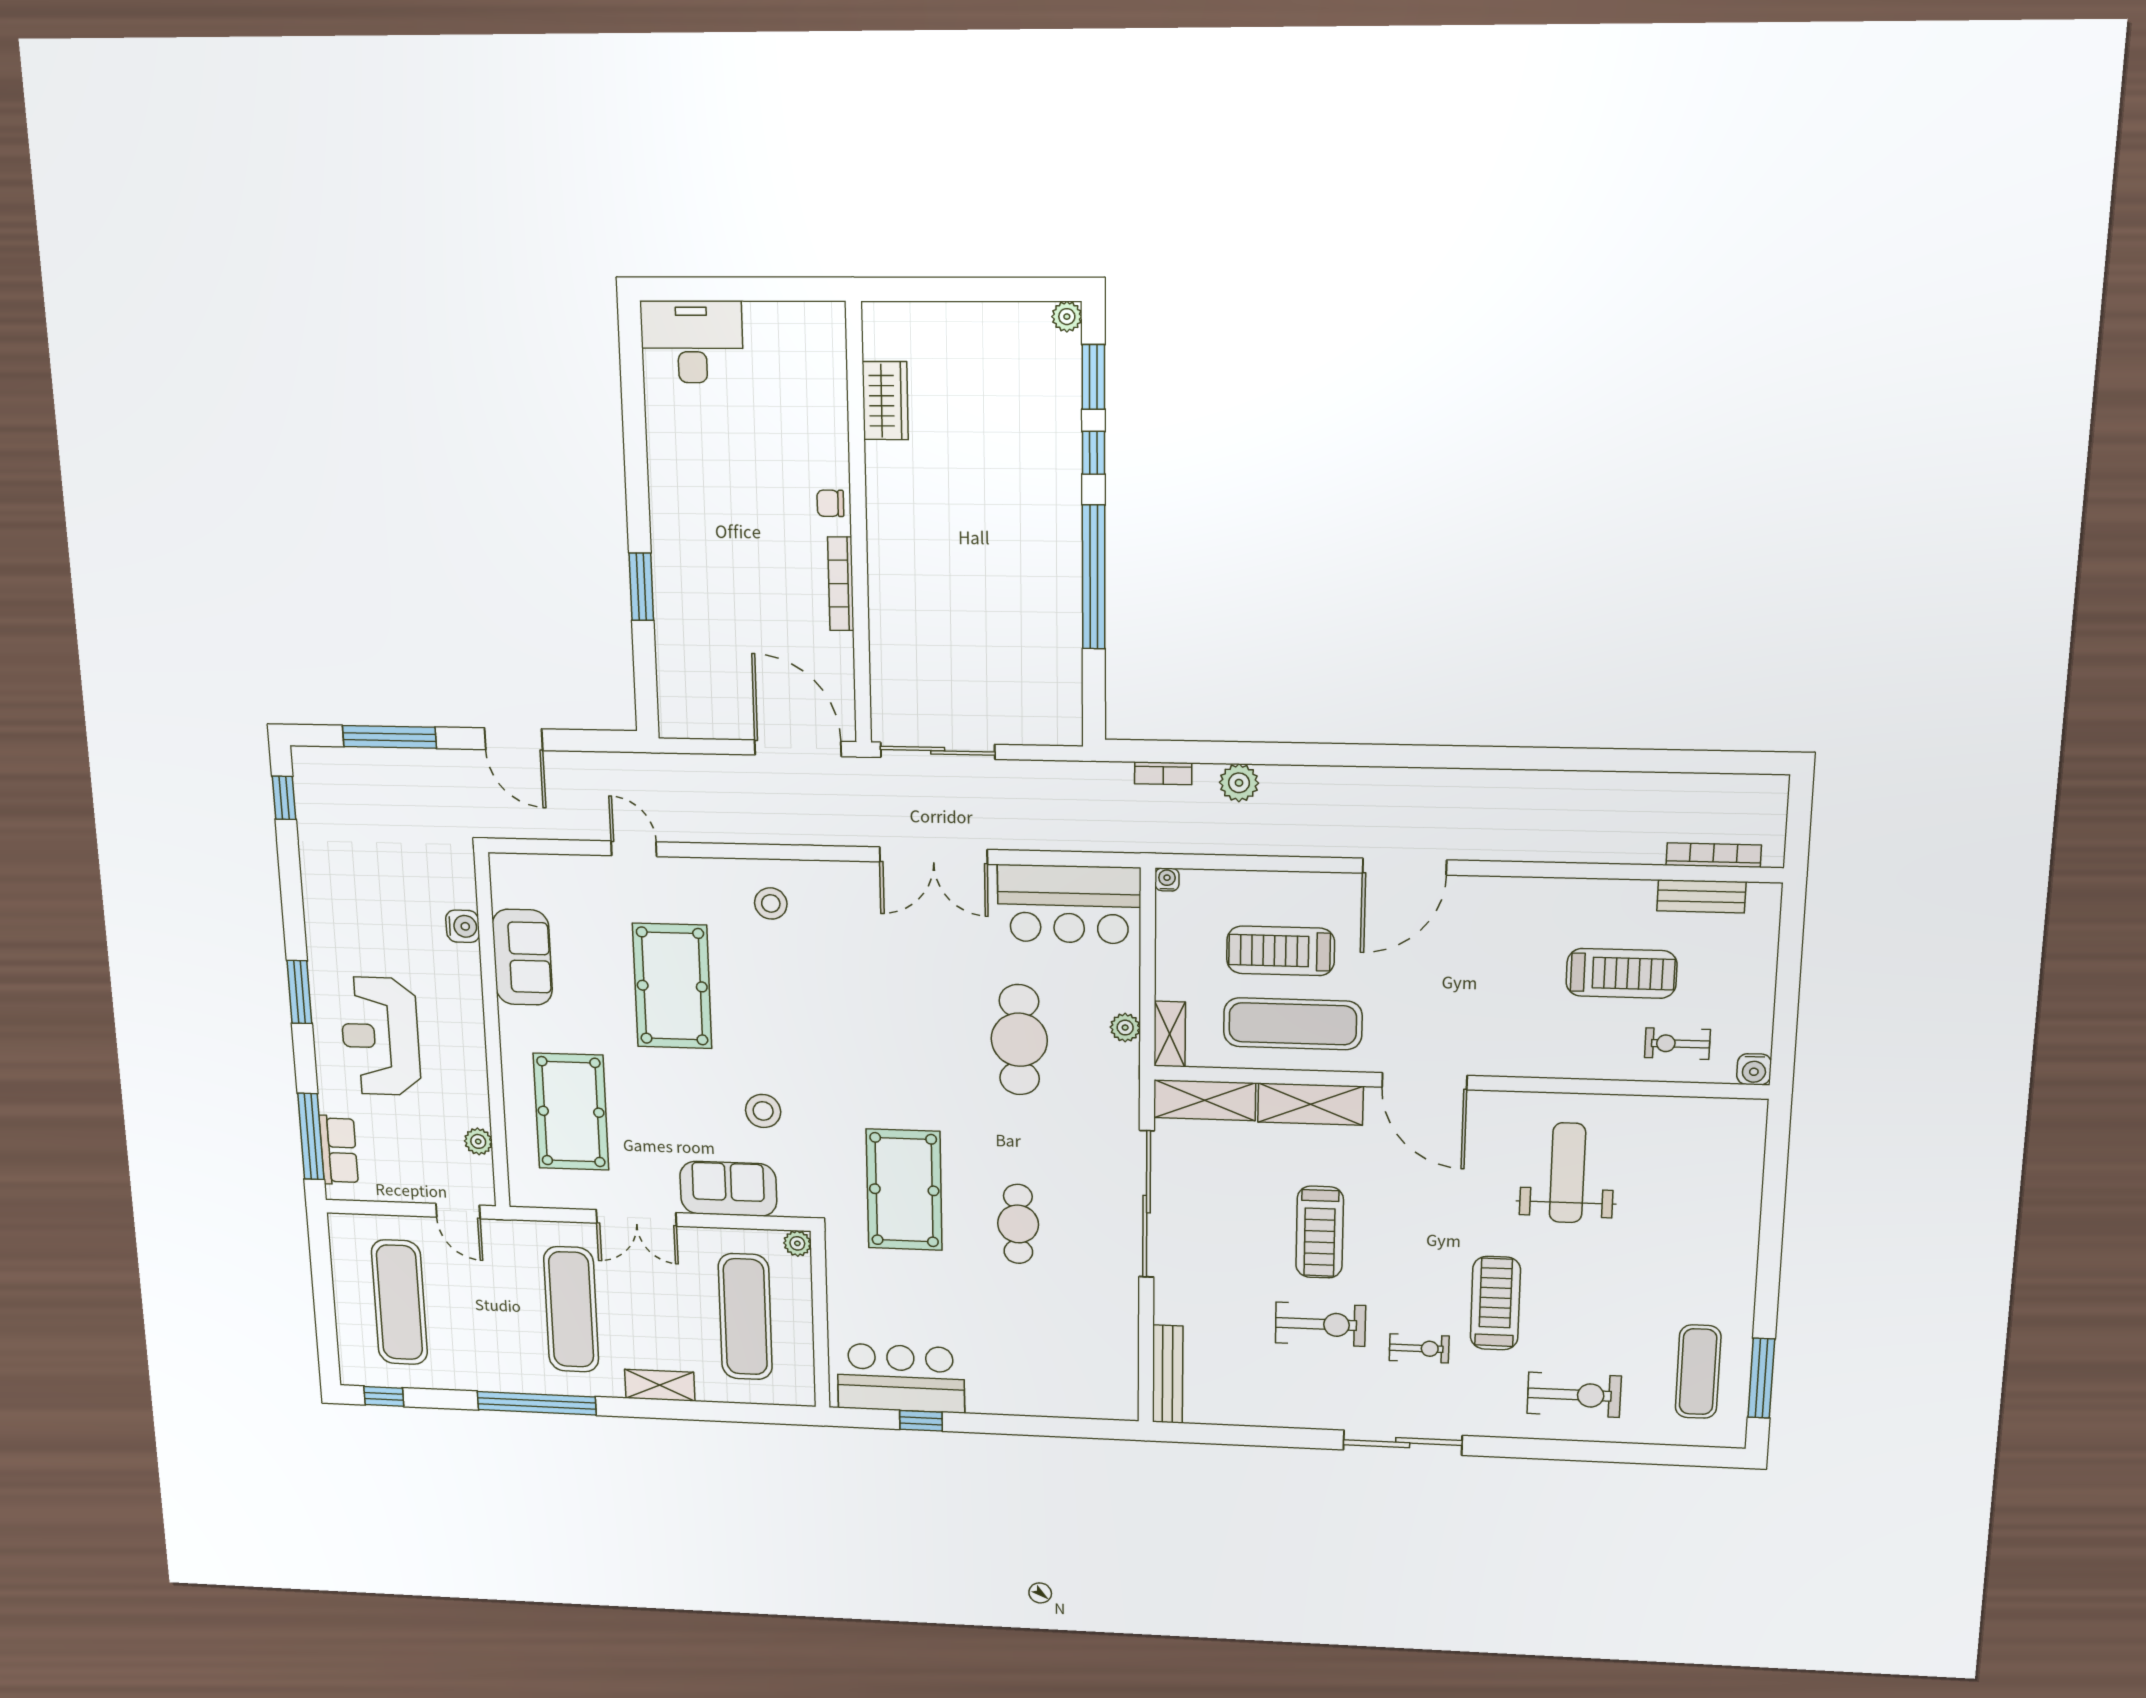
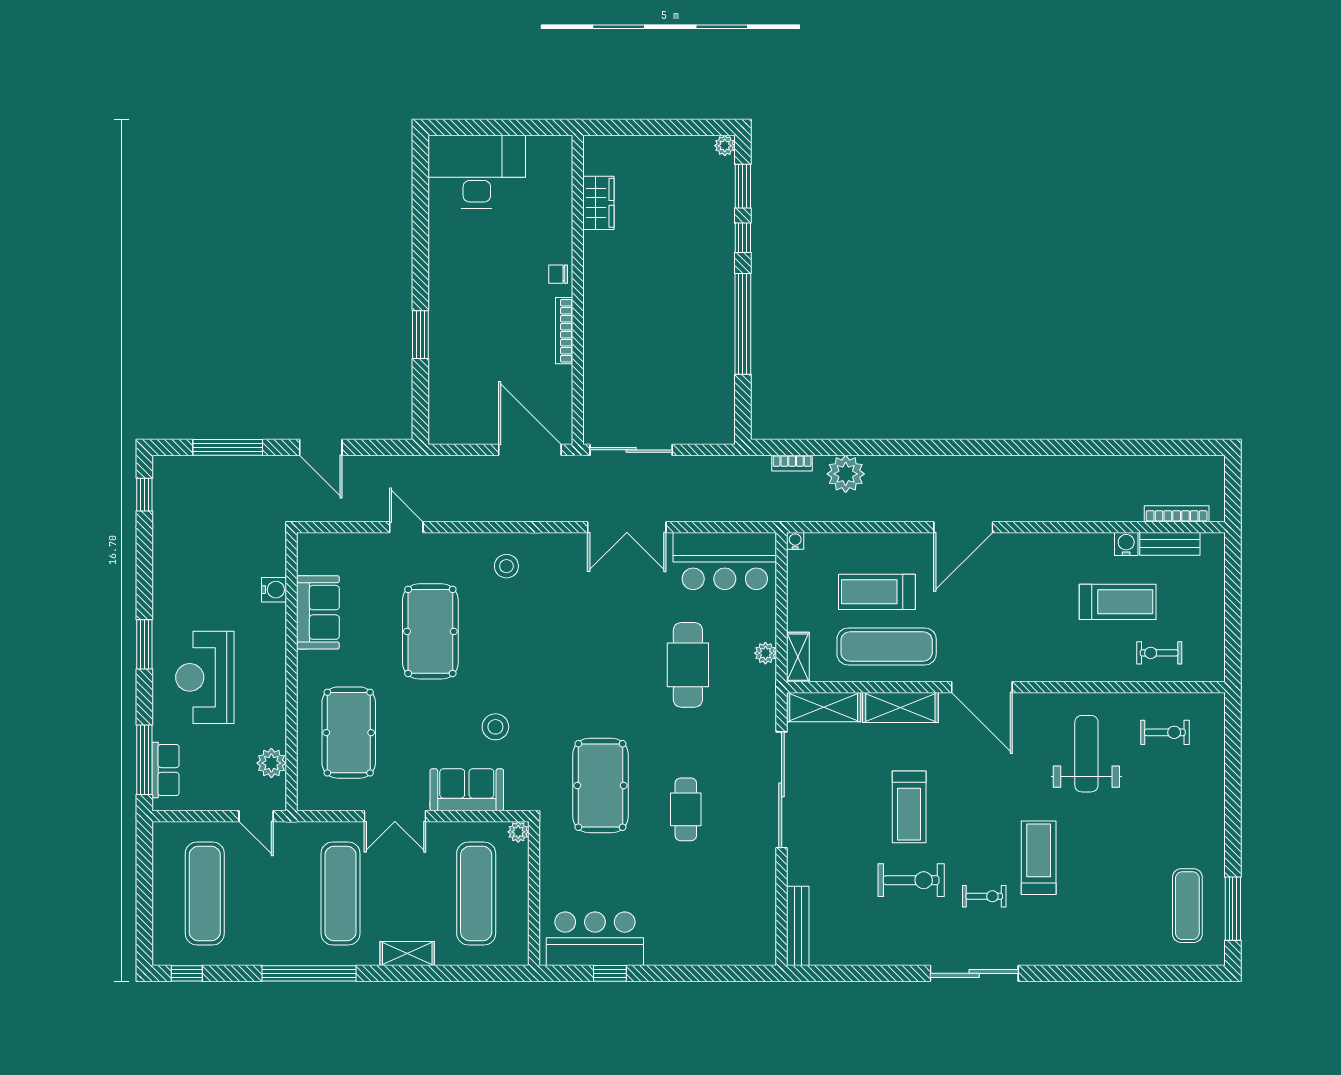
desk: (692, 342) -> (477, 172), width x1.36, depth x1.30
plant: (1239, 783) -> (846, 474), width x1.36, depth x1.36
water cooler: (1754, 1069) -> (1126, 544), moved, turned 180
plant: (478, 1141) -> (271, 763), width x1.38, depth x1.38
exercise bike: (1574, 1395) -> (1165, 732), moved, width x0.73, depth x0.72

